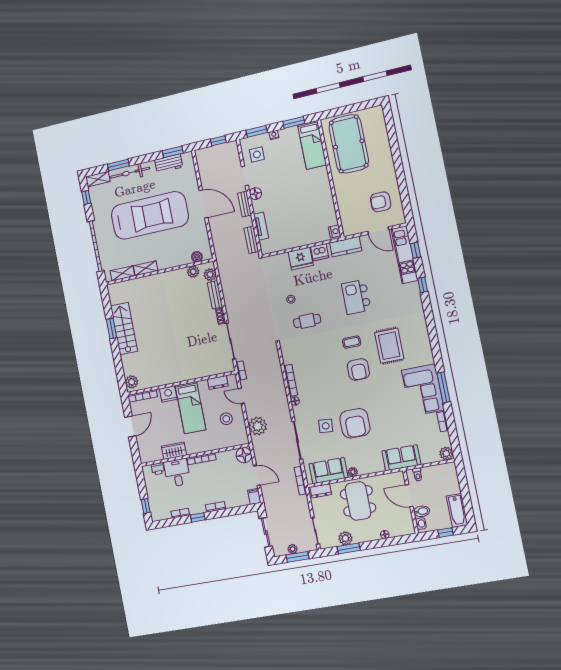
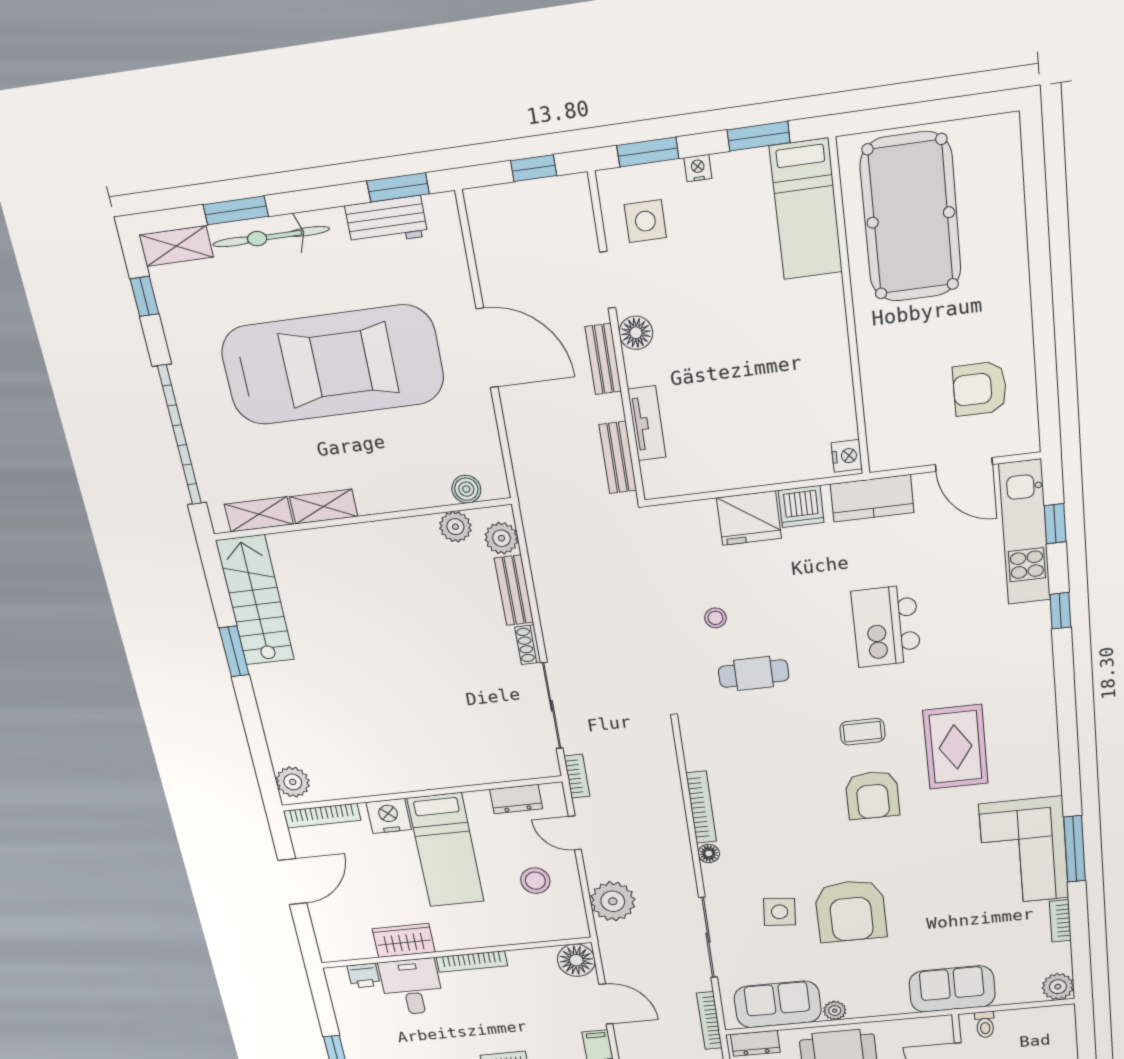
stairs: (124, 329) -> (255, 600), moved

